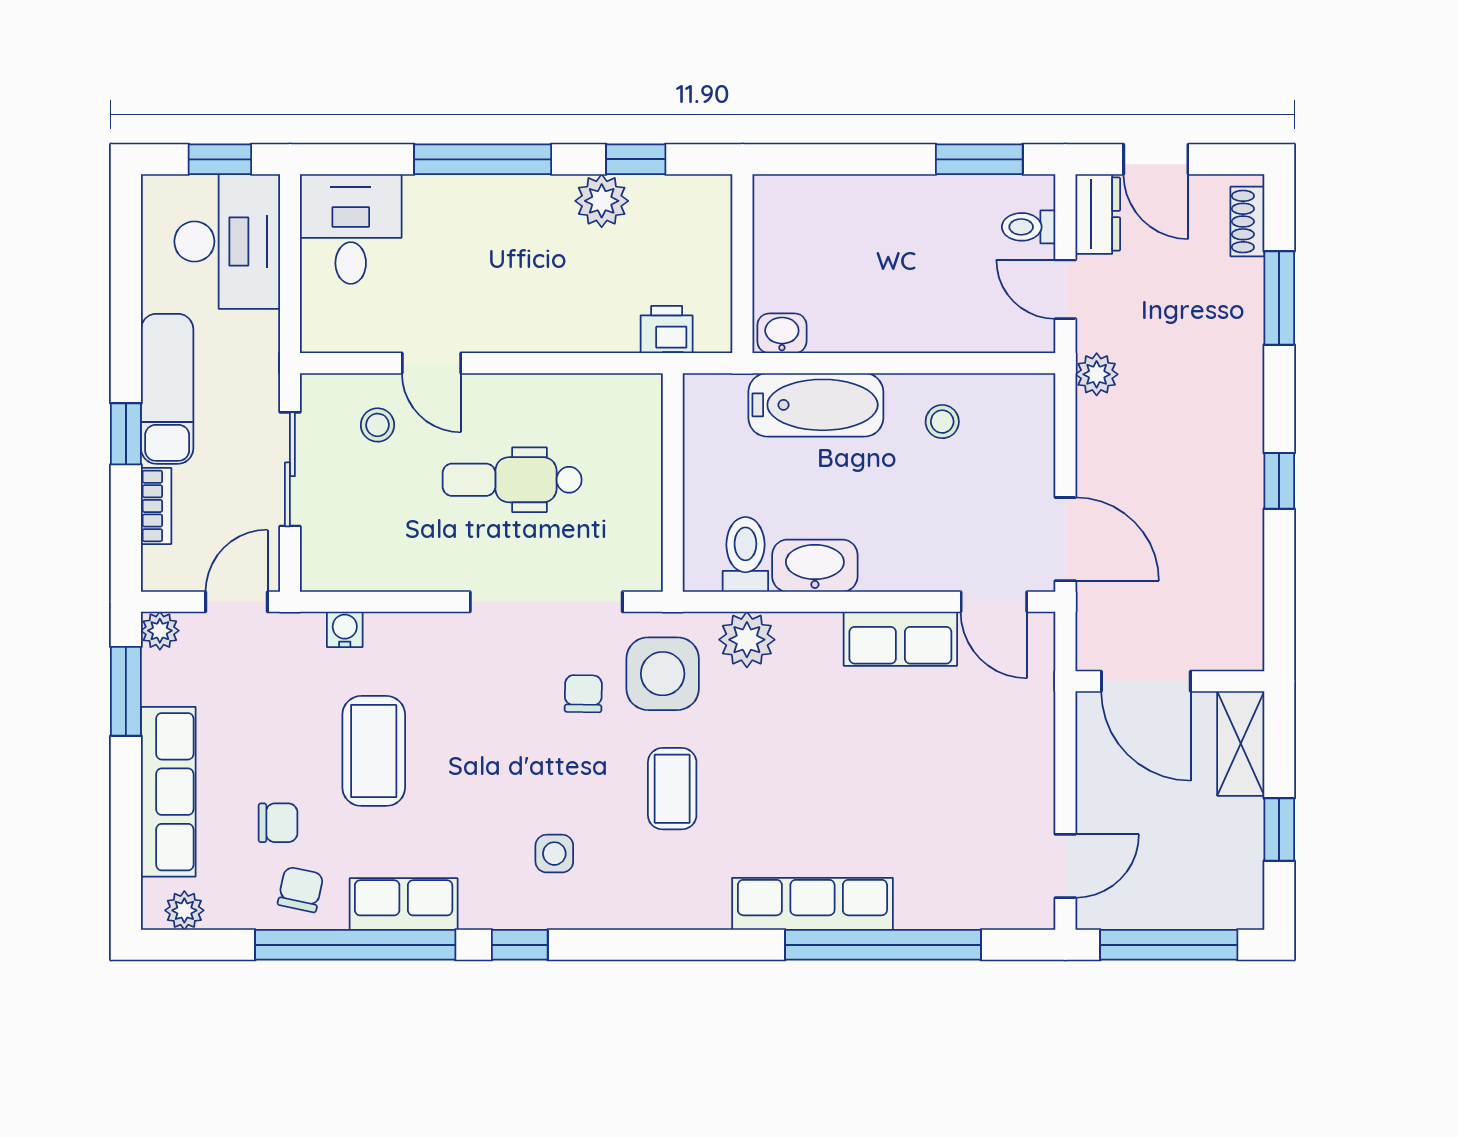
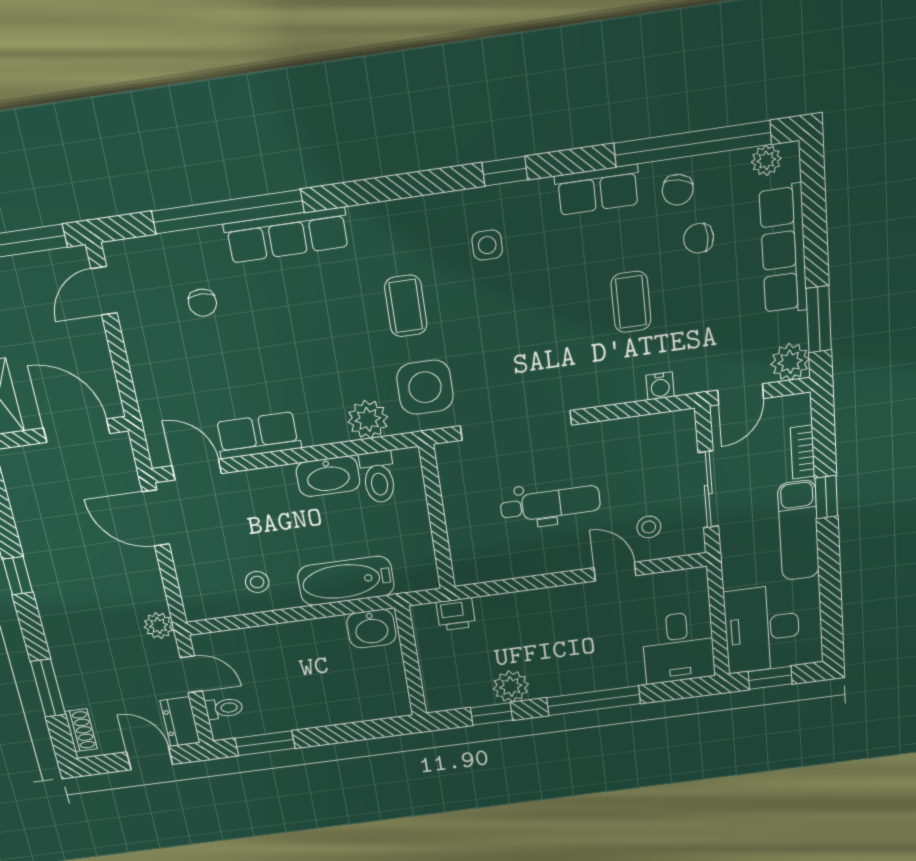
washbasin: (782, 333) -> (371, 629), width x1.38, depth x1.45
plant: (160, 631) -> (790, 362), width x1.38, depth x1.38
chair: (583, 694) -> (202, 303), moved
coffee table: (374, 751) -> (631, 302), width x0.73, depth x0.77
window: (355, 945) -> (693, 144), moved

